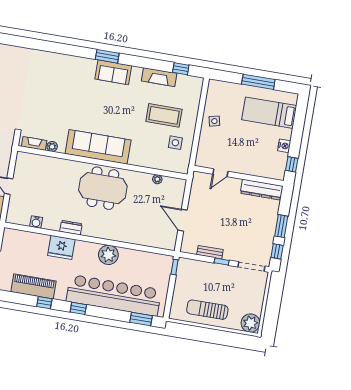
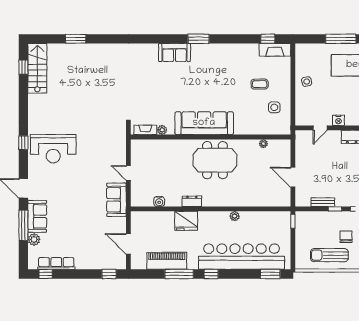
sofa: (113, 72) -> (175, 53), moved
fireplace: (159, 77) -> (275, 50), moved
coffee table: (164, 115) -> (260, 84), width x0.54, depth x0.58
nightstand: (241, 168) -> (338, 120), added
plant: (108, 255) -> (235, 216), width x0.53, depth x0.53
chair: (228, 293) -> (346, 237), added
window: (44, 303) -> (179, 274), width x2.17

